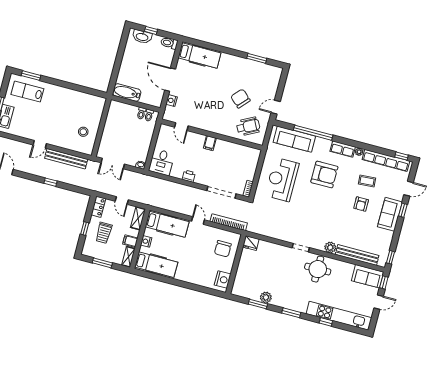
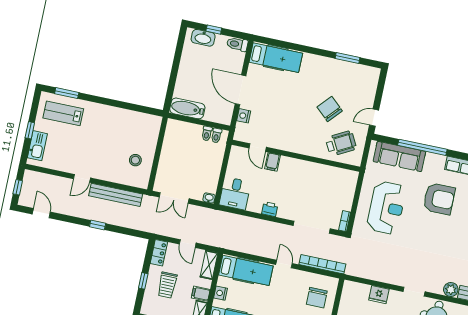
filing cabinet: (210, 143) -> (272, 162), moved
reception desk: (282, 180) -> (386, 208), turned 180
fridge: (251, 243) -> (379, 295), moved

